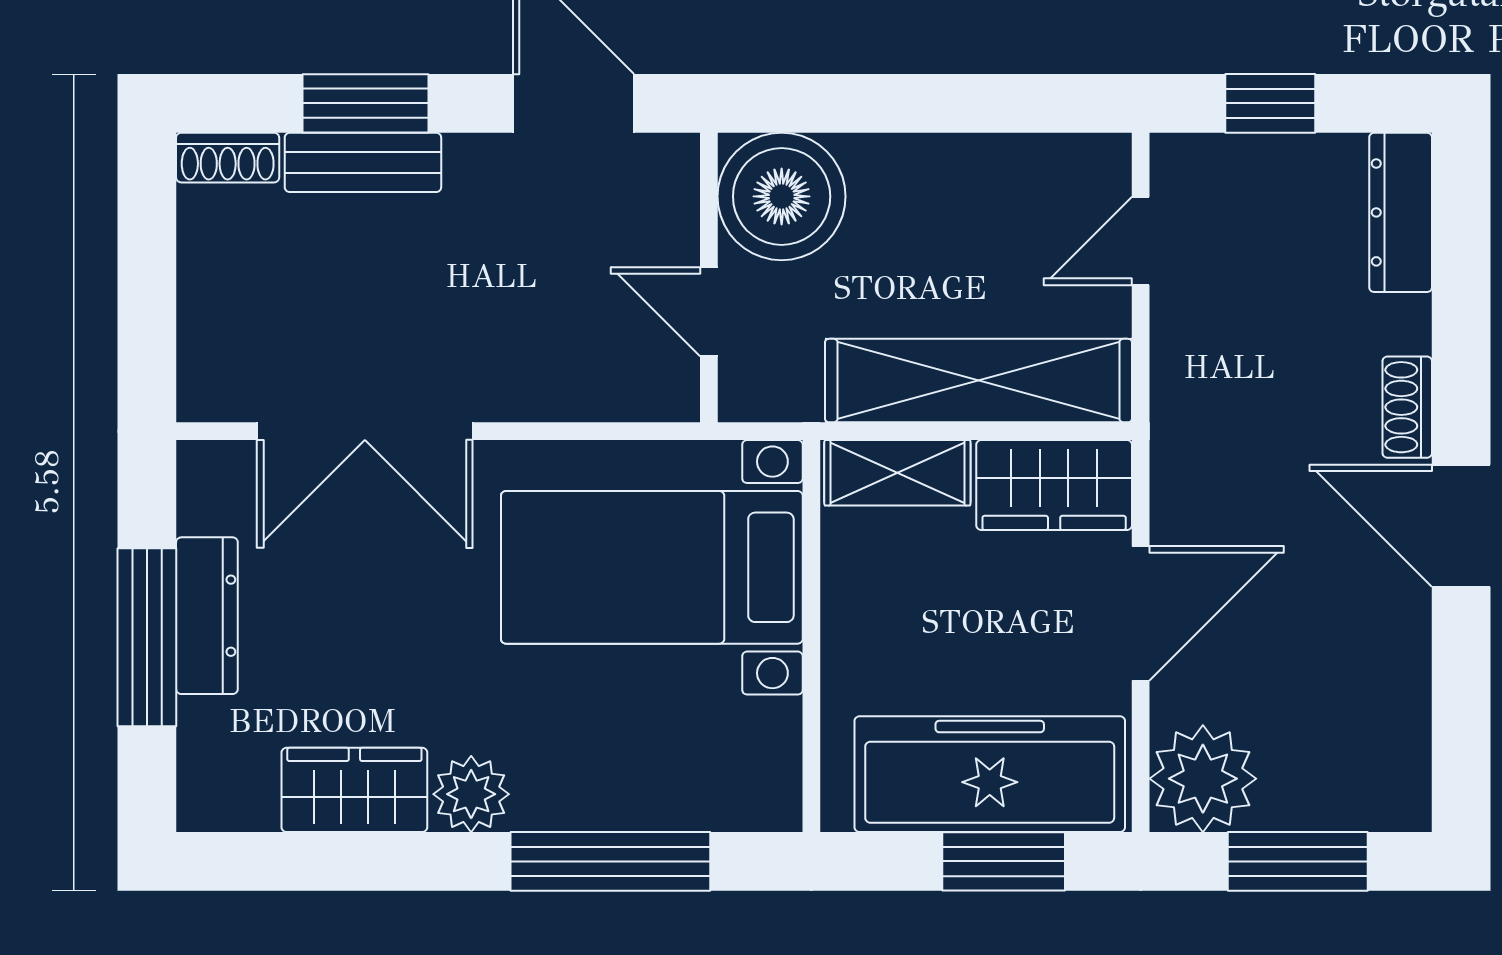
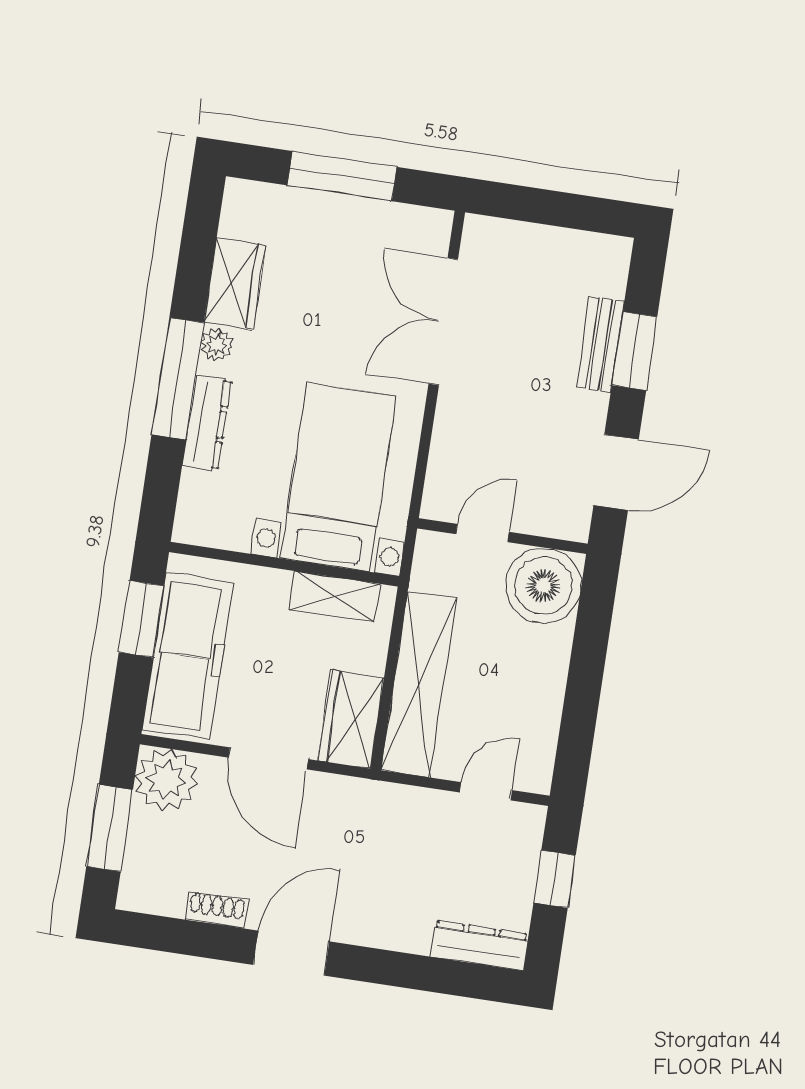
shoe rack: (228, 158) -> (615, 266), removed
door: (1141, 241) -> (486, 791), hinge flipped
shoe rack: (1407, 407) -> (217, 910), moved
shelving: (897, 473) -> (335, 597), moved, turned 90
dresser: (207, 616) -> (207, 422), moved, turned -90
plant: (471, 794) -> (217, 345), width x0.73, depth x0.73
window: (610, 861) -> (178, 379), moved
window: (1004, 861) -> (141, 619), moved

